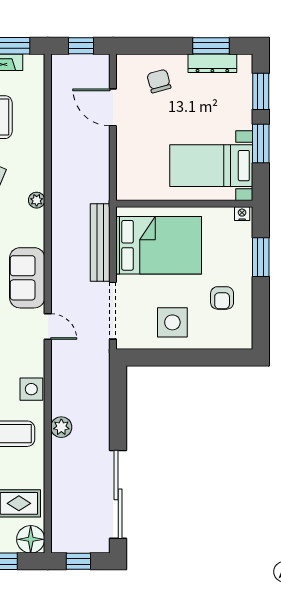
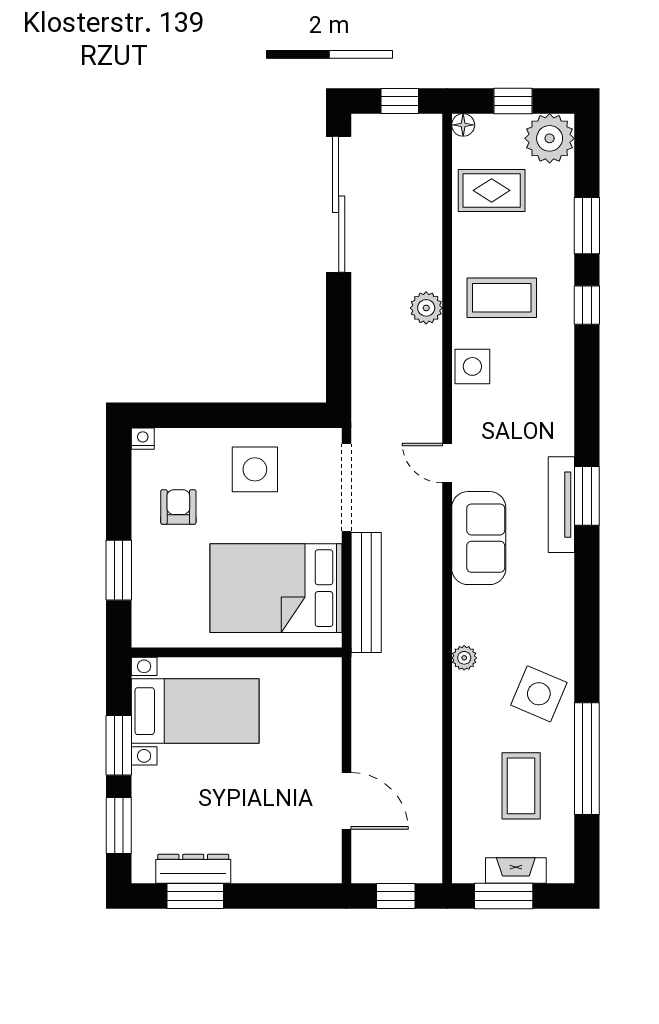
chair: (159, 81) -> (276, 841), removed
nightstand: (242, 214) -> (143, 439), moved, turned 180
floor lamp: (31, 539) -> (463, 125), width x0.53, depth x0.53

